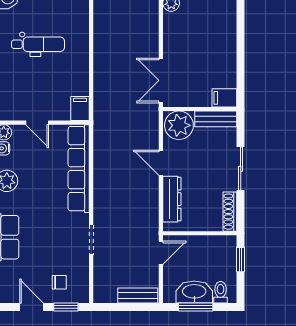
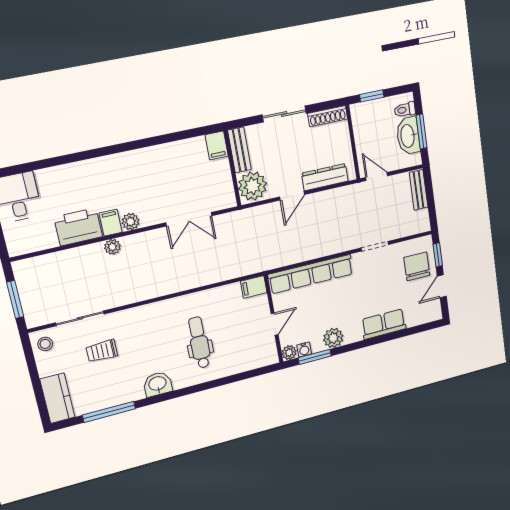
double door: (161, 80) -> (189, 219), moved
chair: (59, 282) -> (417, 266), width x1.87, depth x1.87

